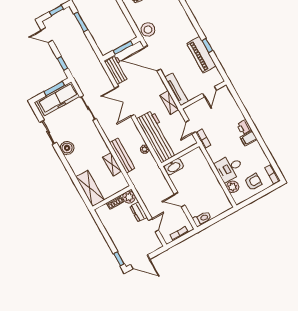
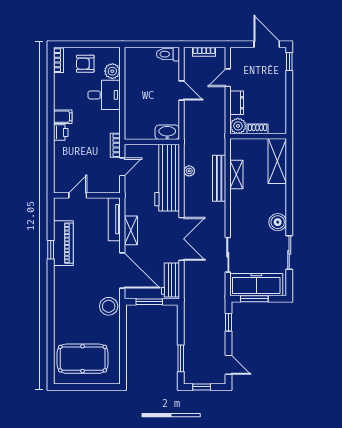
shelving: (169, 103) -> (131, 230), moved

